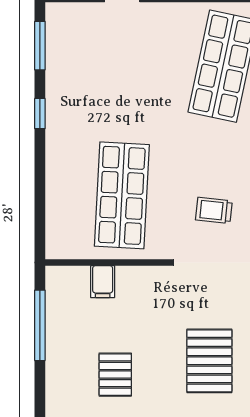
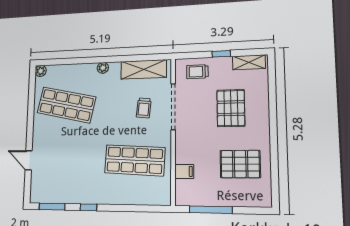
pallet: (209, 361) -> (231, 108), turned 90
pallet: (115, 375) -> (240, 164), width x1.50, depth x1.42

